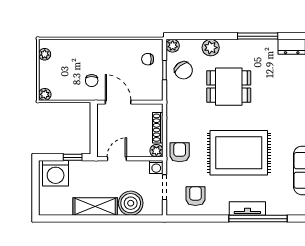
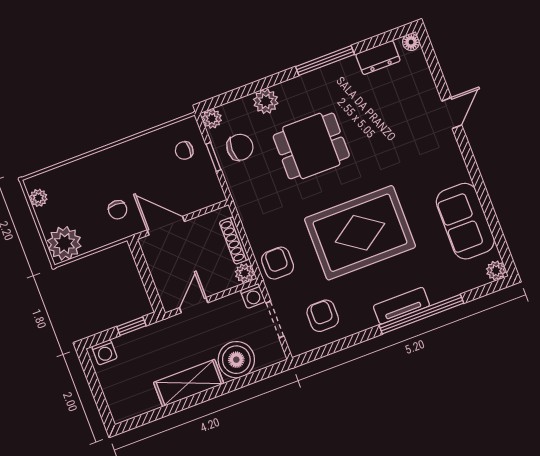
chair: (183, 70) -> (240, 147), turned -52
plant: (45, 94) -> (64, 243), width x1.88, depth x1.88
washing machine: (56, 173) -> (104, 352), width x0.53, depth x0.53

